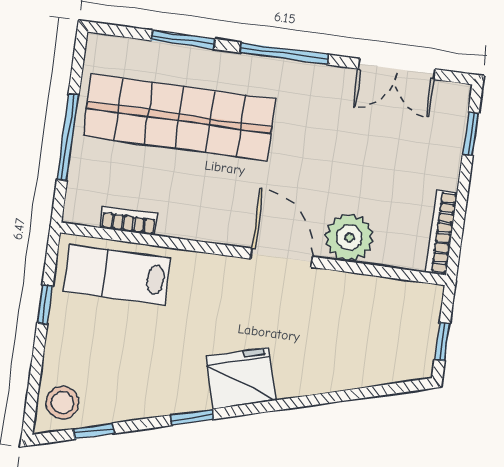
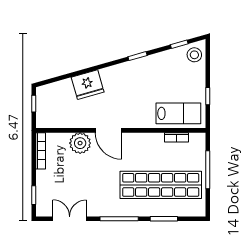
fridge: (241, 378) -> (88, 85), moved

